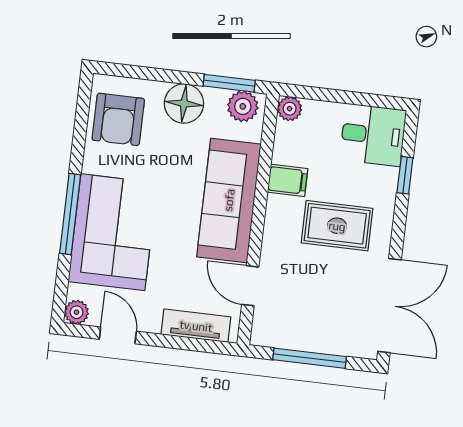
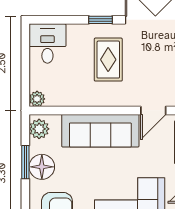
window: (229, 83) -> (25, 162), moved
window: (405, 175) -> (101, 20), moved
filing cabinet: (288, 180) -> (83, 95), removed

